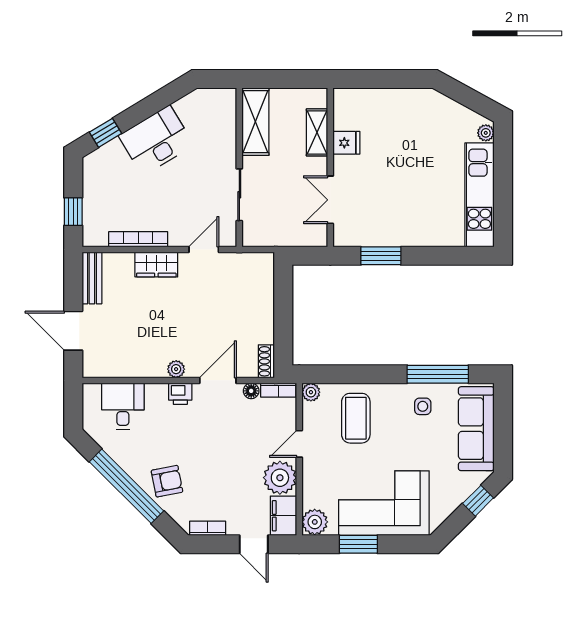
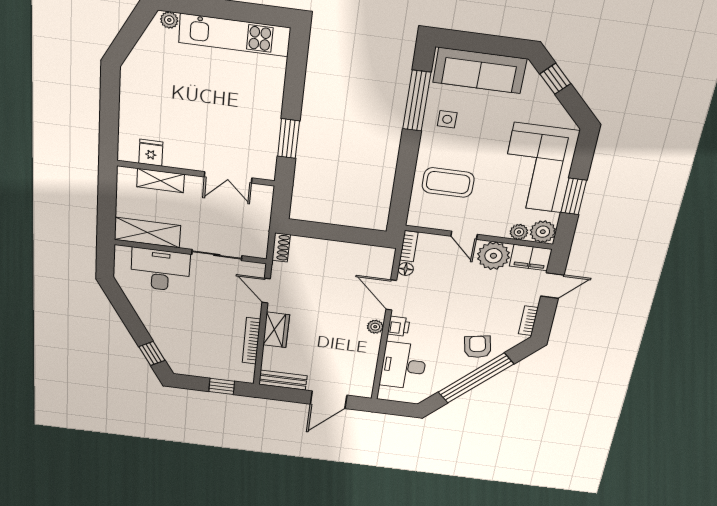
desk: (156, 140) -> (160, 270), moved, turned 121
fridge: (346, 143) -> (151, 153), moved
shoe rack: (266, 361) -> (281, 248), moved, turned -90
plant: (311, 392) -> (519, 232), moved
desk: (123, 406) -> (403, 366), width x1.37

